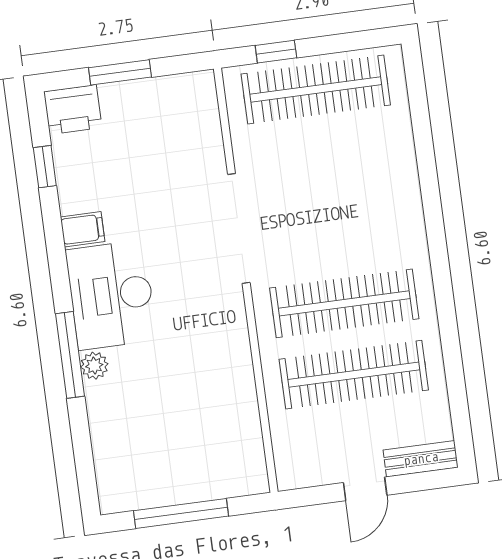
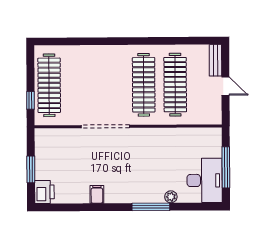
window: (45, 167) -> (68, 207), removed
desk: (111, 295) -> (205, 180), moved, turned -90
plant: (94, 366) -> (171, 197), moved

